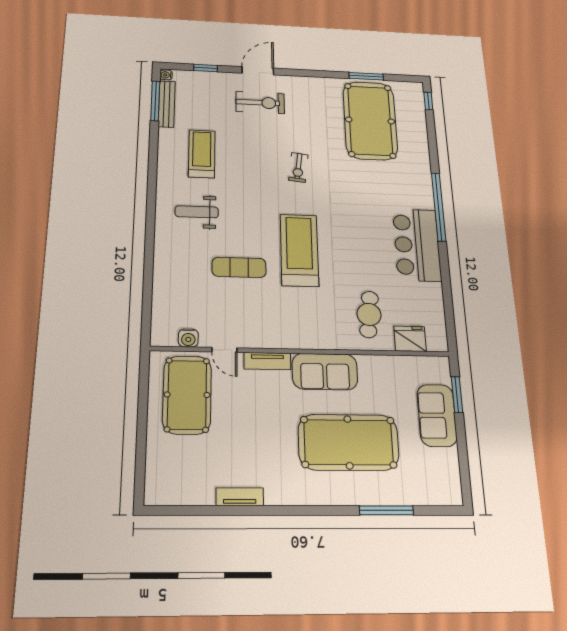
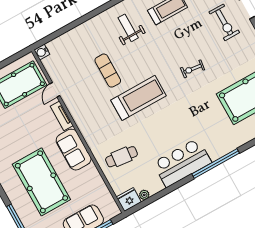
plant: (438, 314) -> (144, 195), added
water cooler: (188, 338) -> (42, 52), moved
fridge: (410, 339) -> (129, 199), moved, turned -90

